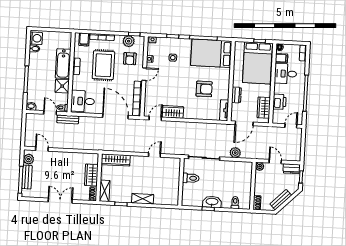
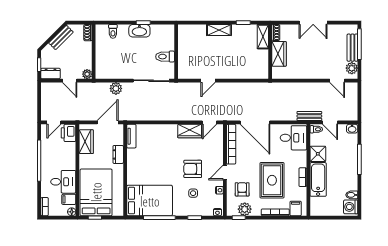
armchair: (204, 89) -> (193, 169), moved
printer: (279, 102) -> (68, 133), moved
wardrobe: (116, 160) -> (252, 73), removed

